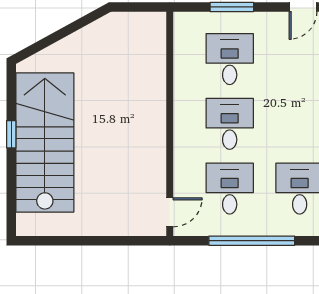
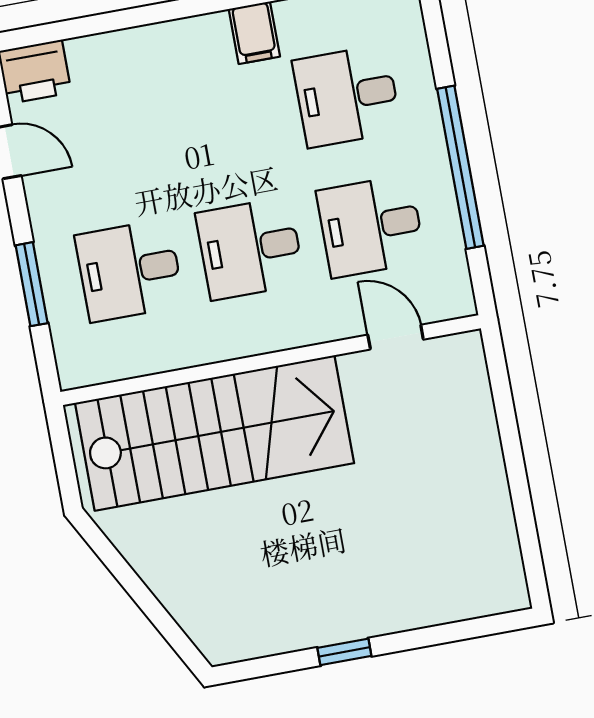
stairs: (45, 142) -> (214, 433), moved, turned 180
door: (170, 212) -> (396, 337), moved

